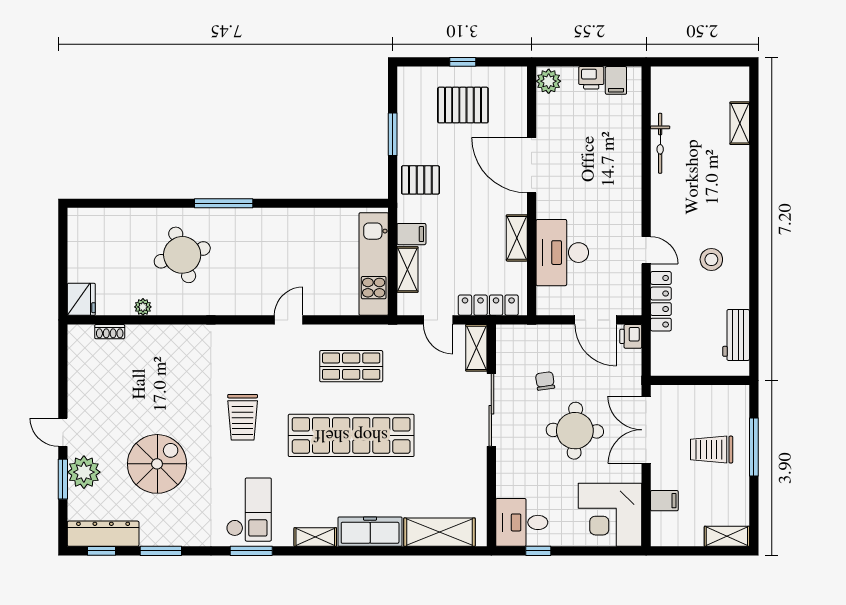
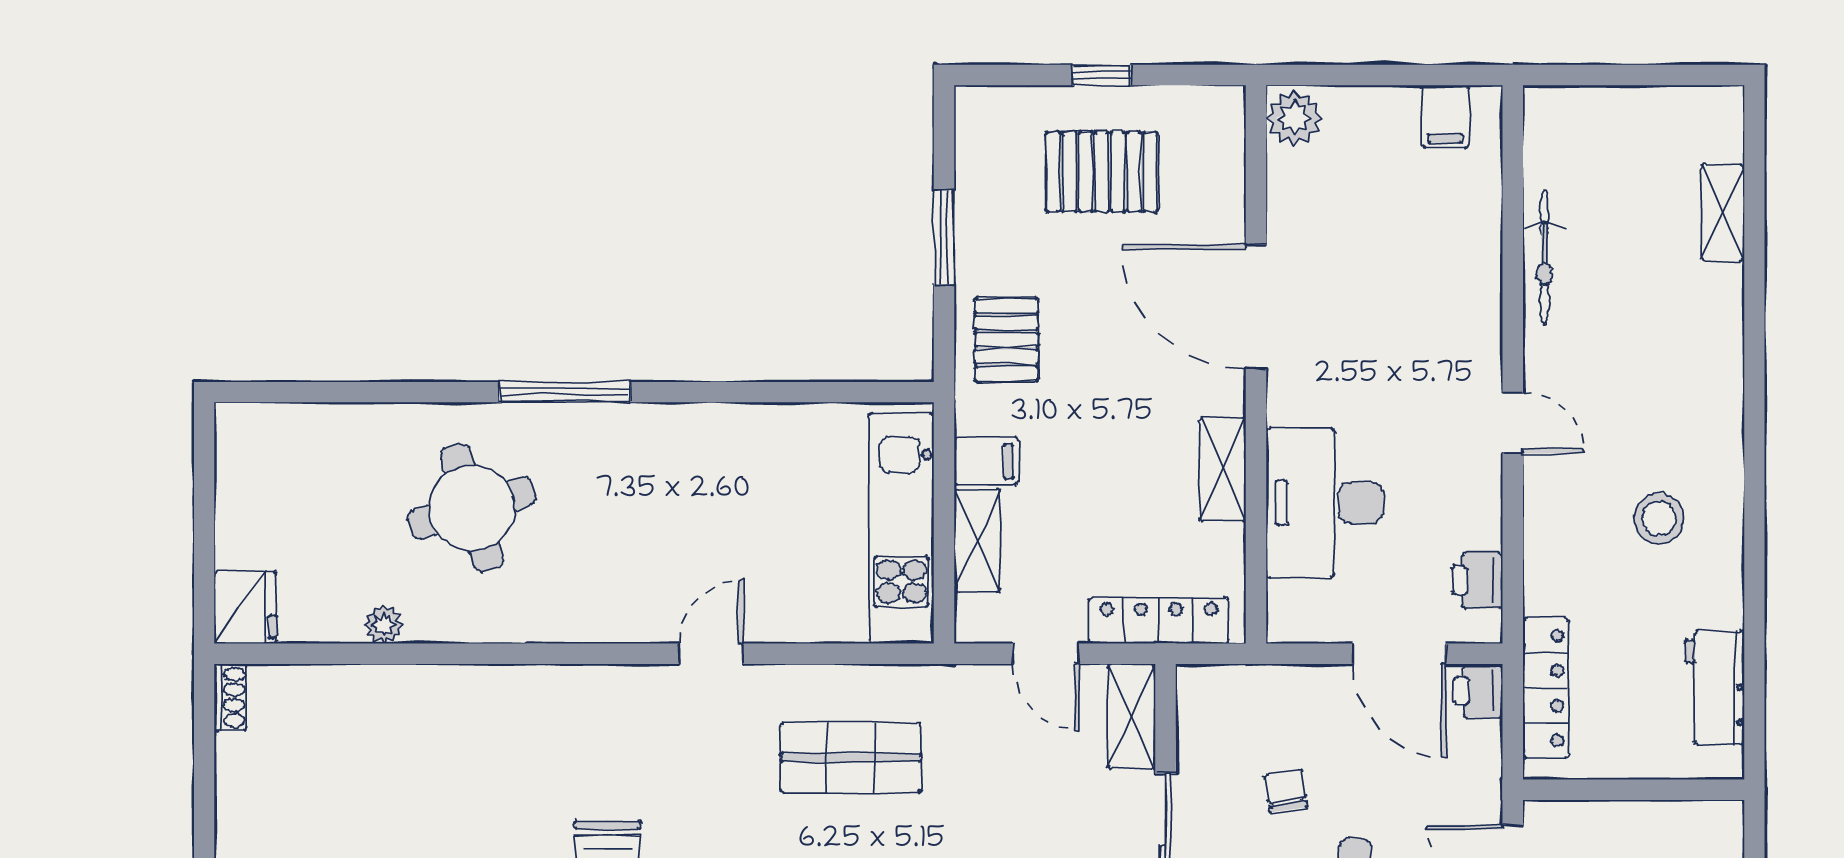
printer: (591, 78) -> (1477, 580), moved, turned 90
pallet: (420, 180) -> (1006, 340), turned 90
door: (646, 250) -> (1513, 423), moved
locker: (661, 301) -> (1546, 688), moved
shoe rack: (110, 332) -> (230, 697), moved, turned -90

